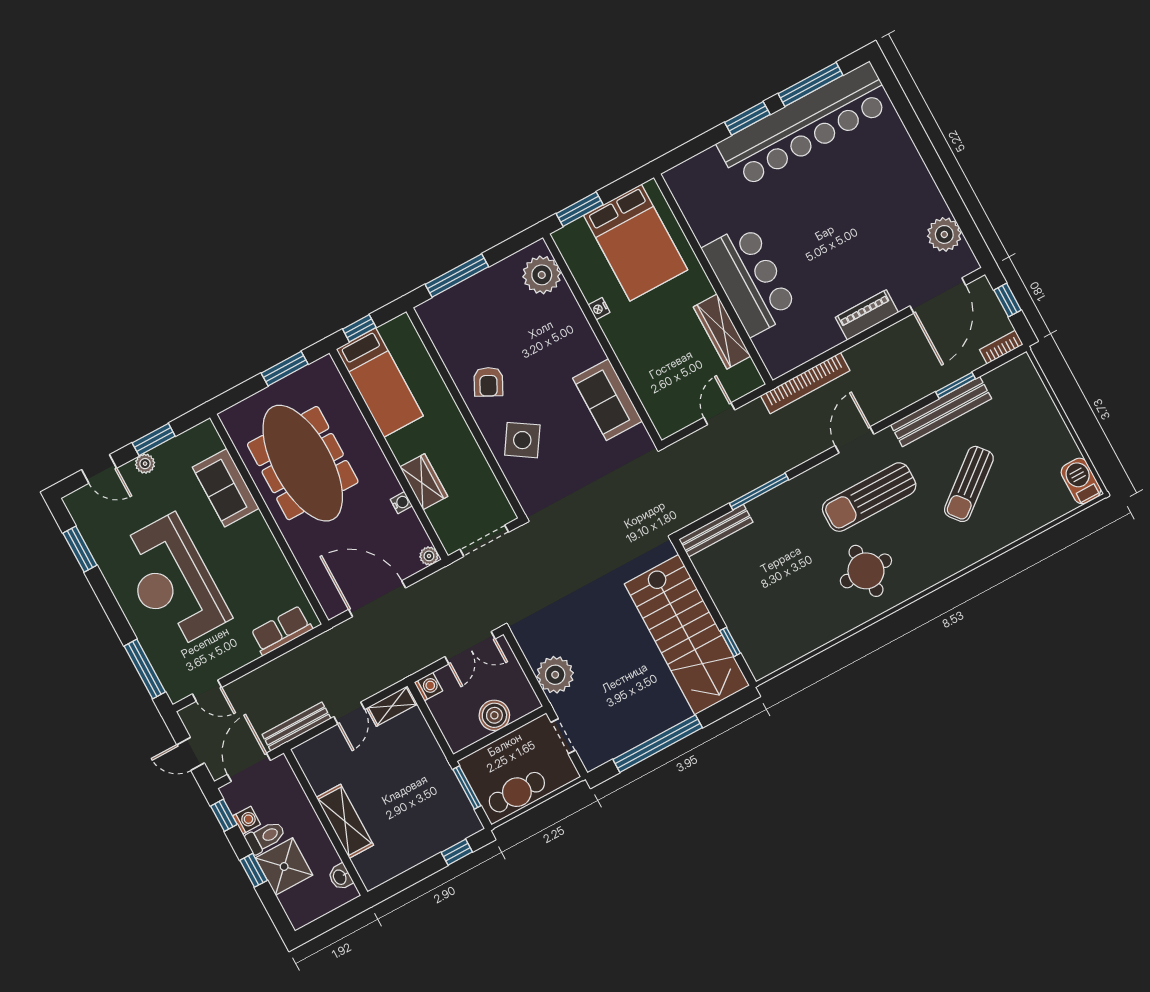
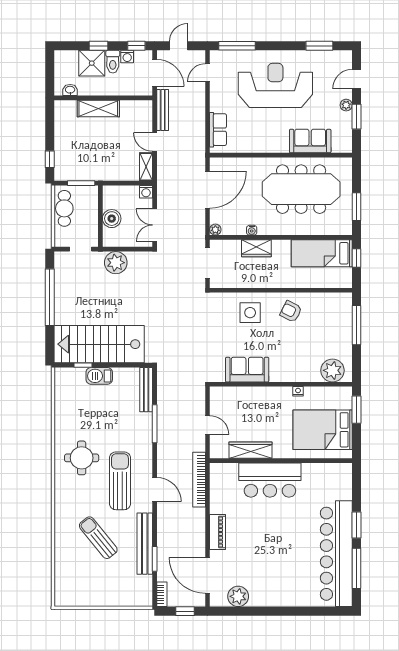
side table: (522, 440) -> (250, 313), turned -33
barbecue: (1081, 481) -> (99, 376), moved, turned 180

